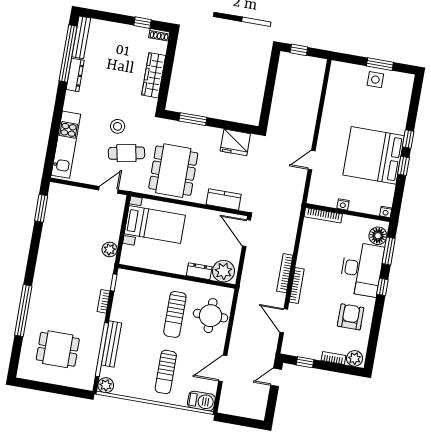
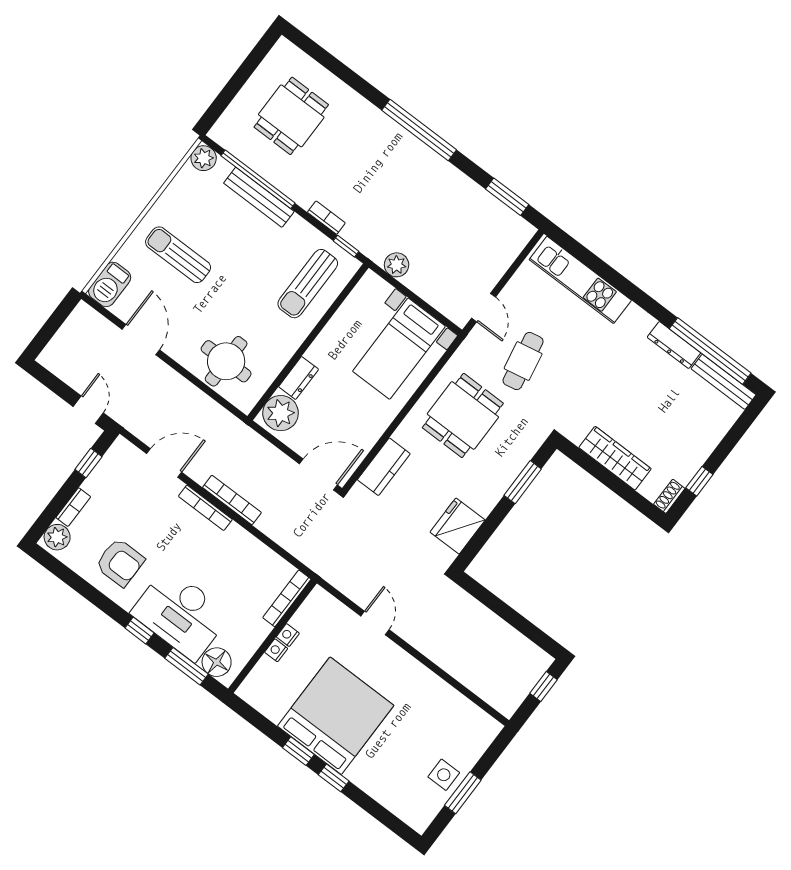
stool: (118, 126) -> (568, 368), removed
dining table: (173, 171) -> (463, 415), width x0.73
nightstand: (386, 212) -> (276, 650), moved
window: (23, 311) -> (419, 130), moved
sun lounger: (175, 314) -> (308, 284), moved, turned -90

